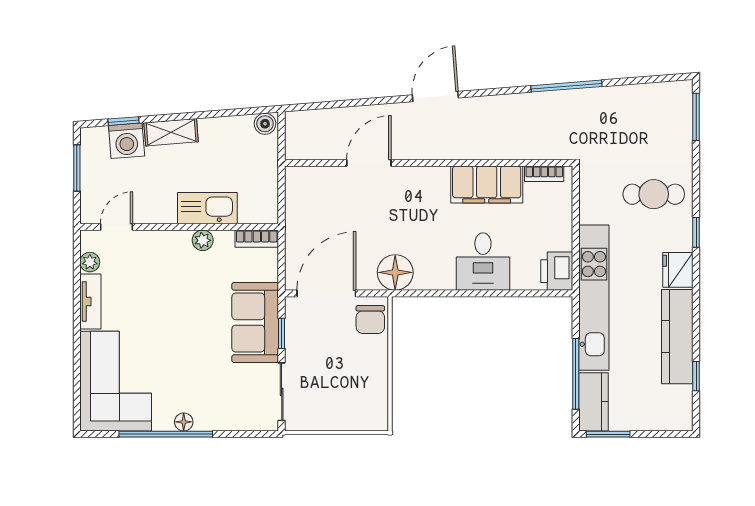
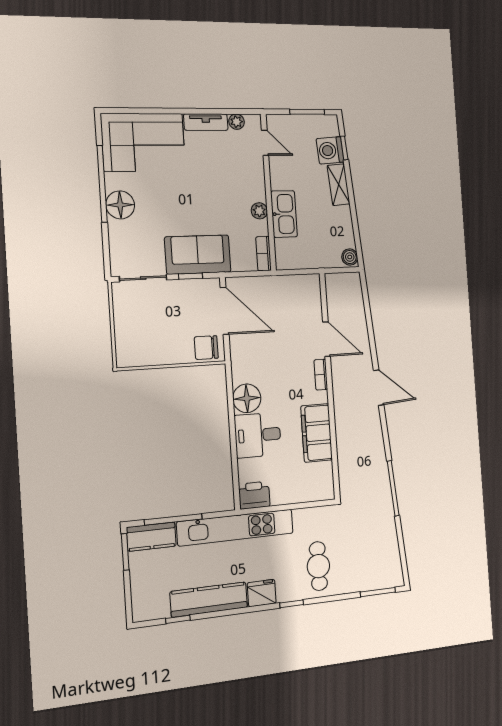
bookcase: (544, 174) -> (321, 375), moved
floor lamp: (395, 272) -> (247, 398), moved
floor lamp: (184, 422) -> (120, 205), width x1.89, depth x1.89

